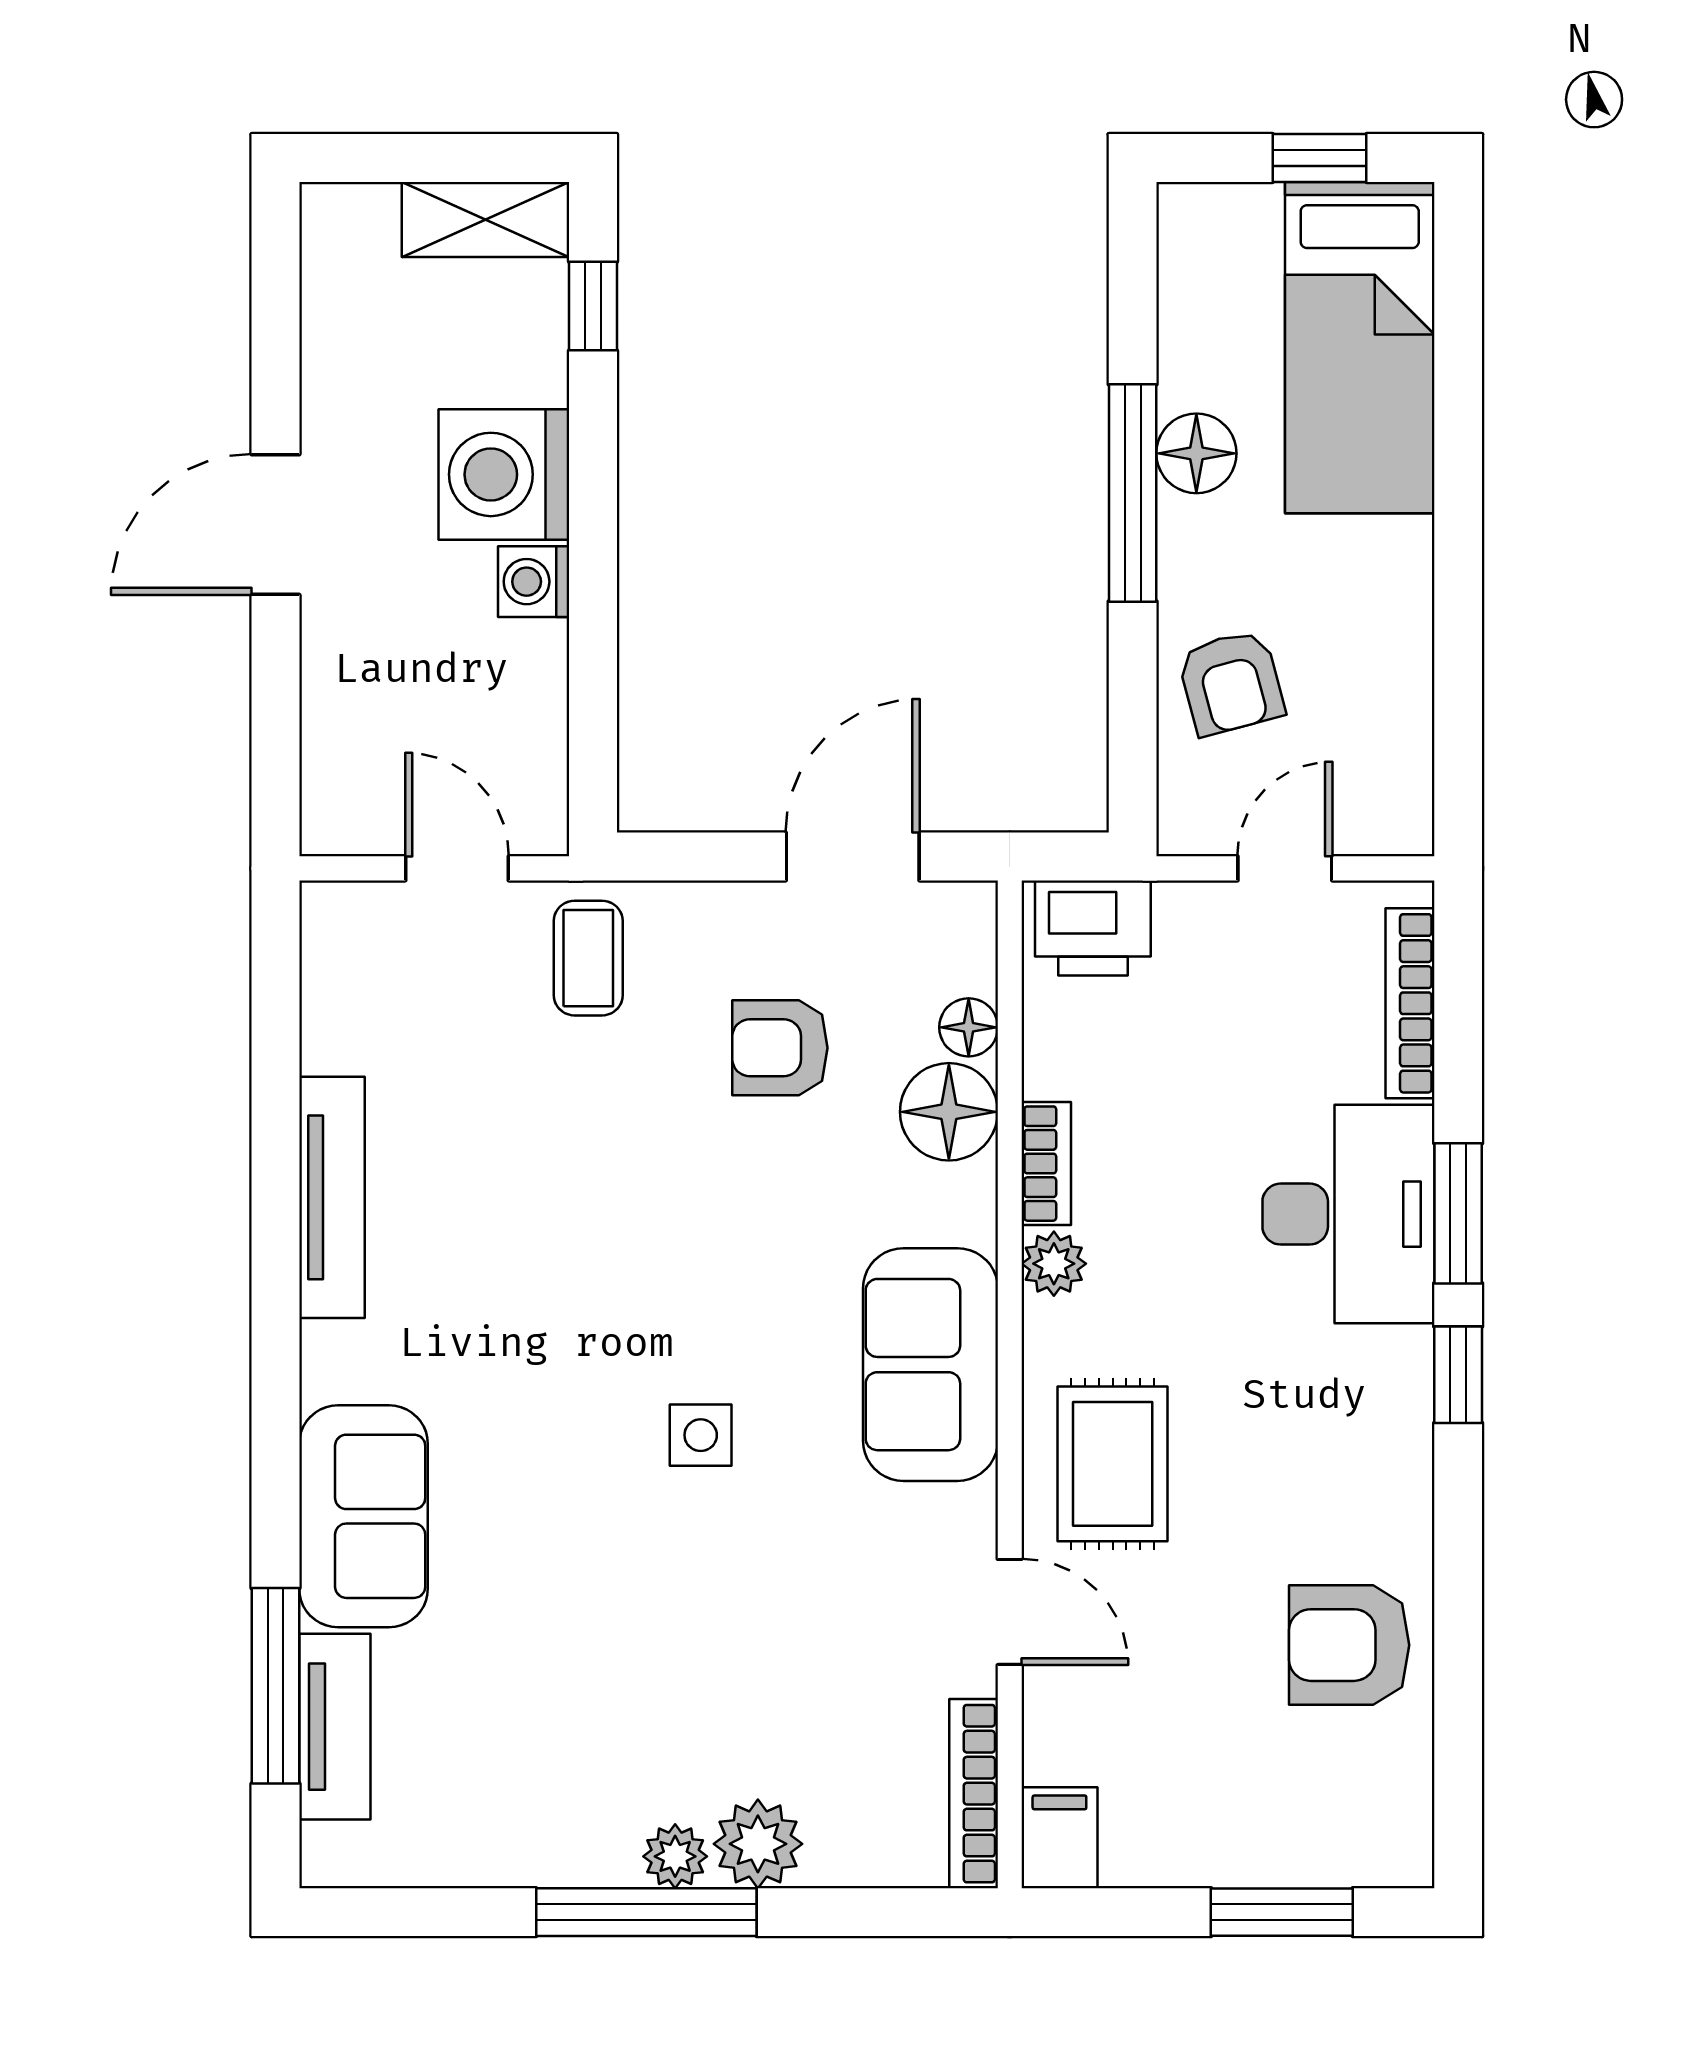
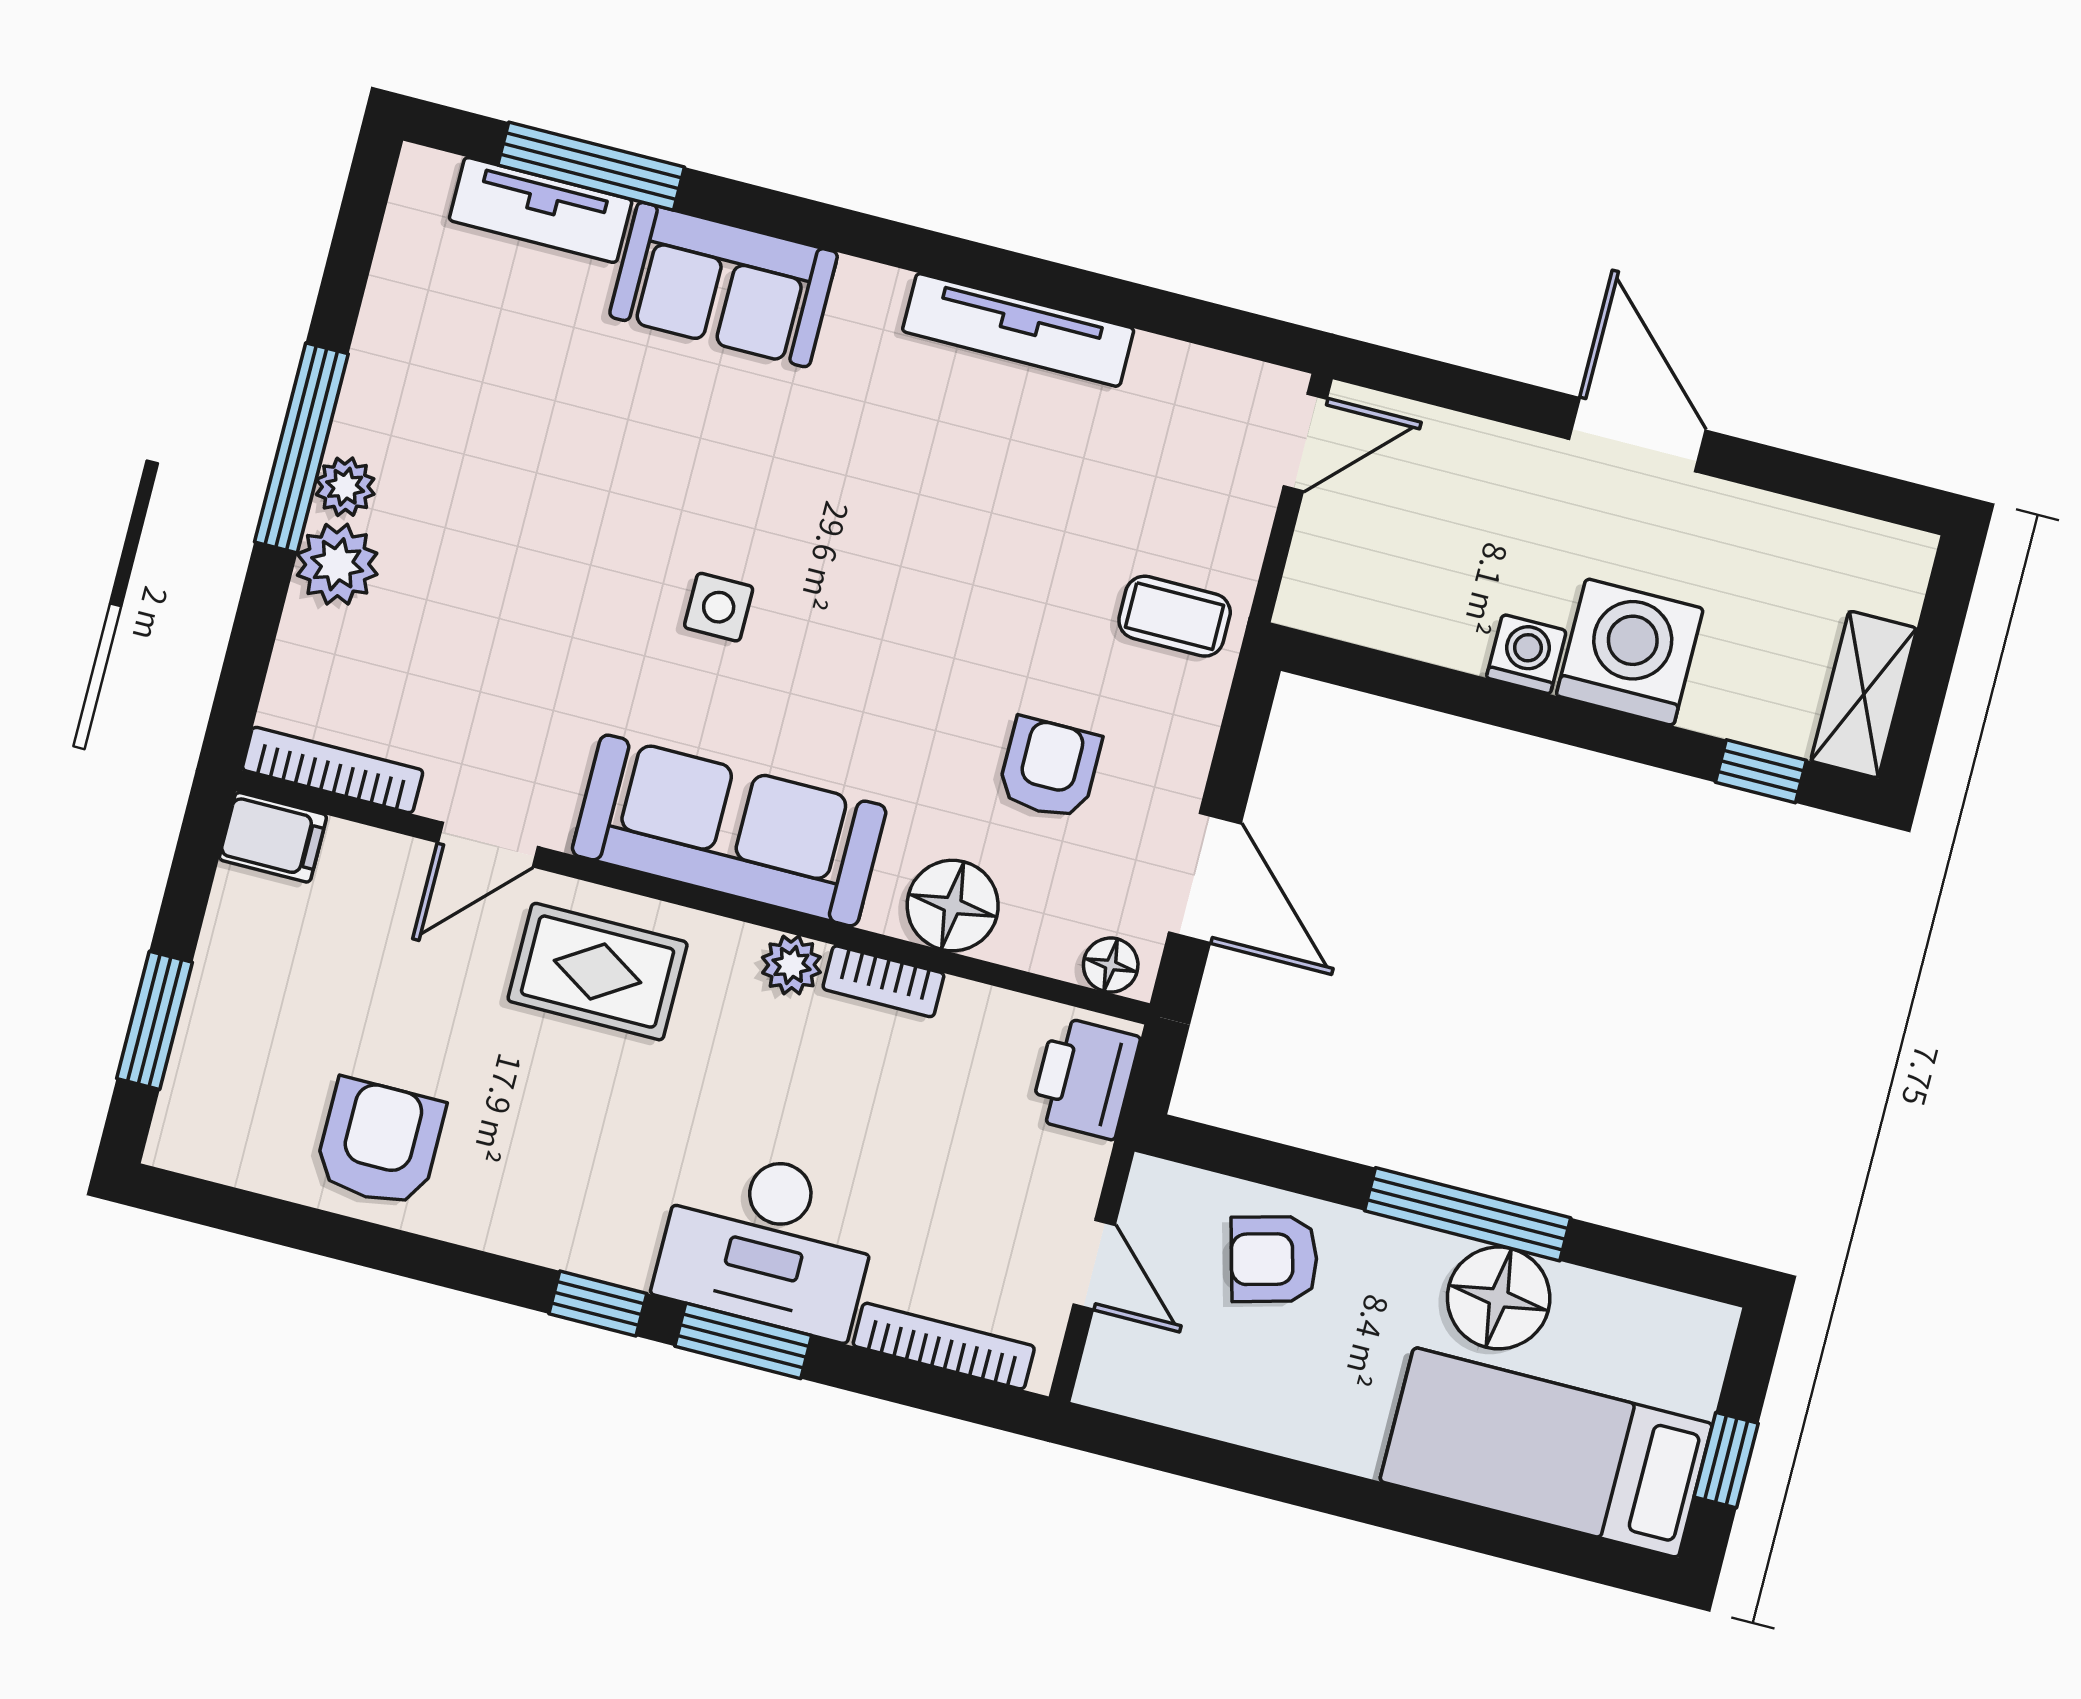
floor lamp: (1196, 453) -> (1499, 1298), width x1.38, depth x1.38
door: (457, 868) -> (1305, 442), moved
floor lamp: (969, 1027) -> (1111, 965), moved
sofa: (930, 1365) -> (729, 830), width x1.36

